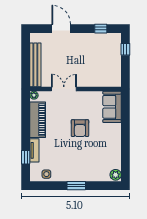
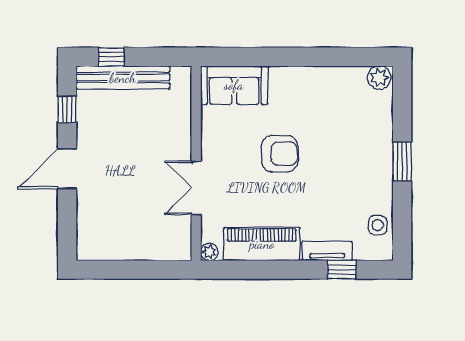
door: (61, 29) -> (67, 169), moved
bench: (35, 65) -> (123, 78), moved

